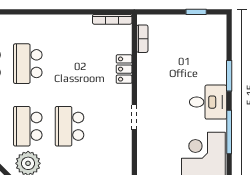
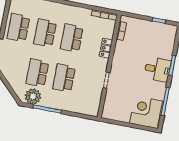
school desk: (69, 64) -> (72, 38), added
desk: (208, 102) -> (157, 69), moved

